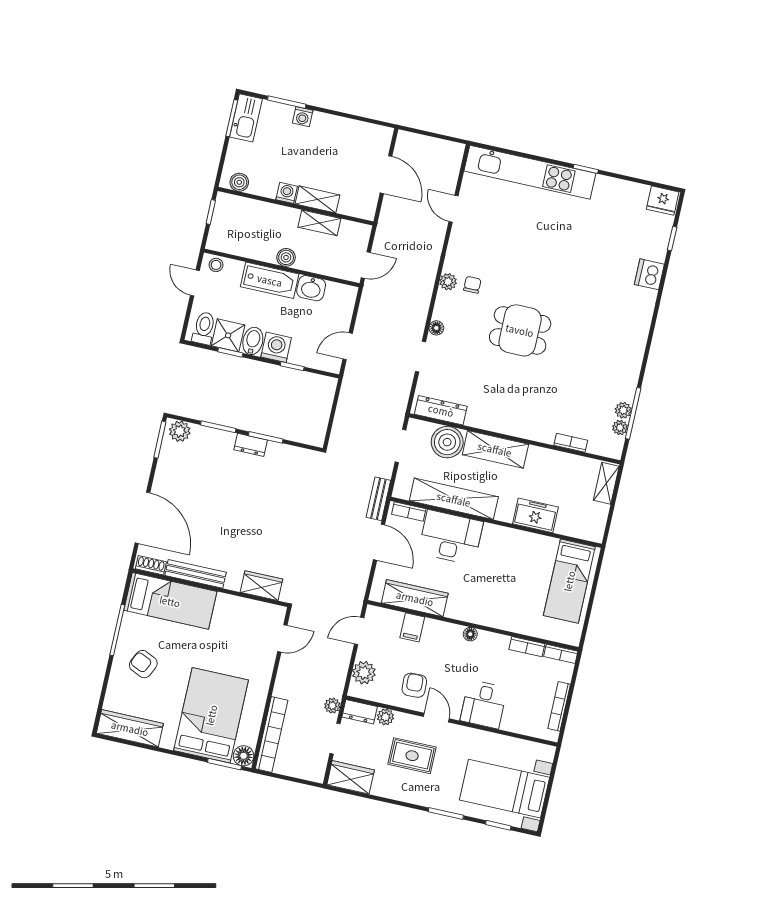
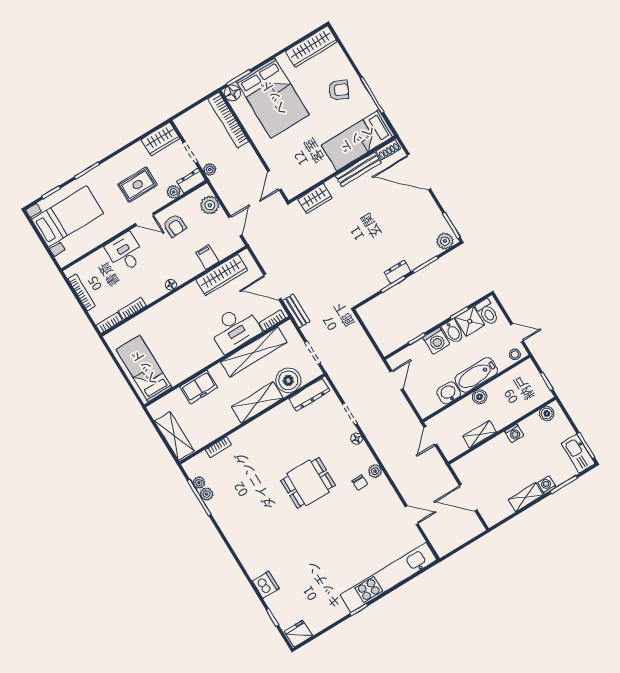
shelving: (317, 199) -> (526, 497), moved
shelving: (606, 483) -> (174, 436), width x1.50, depth x1.33

